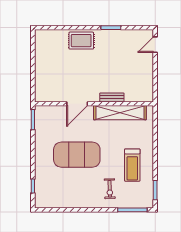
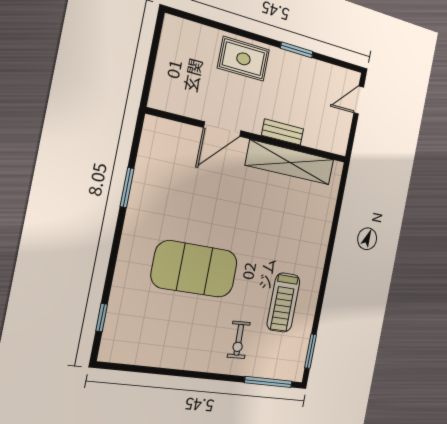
bench: (112, 97) -> (283, 132), moved
door: (77, 104) -> (222, 129), moved
wall: (94, 104) -> (251, 136), moved
shelving: (120, 113) -> (290, 163), moved

